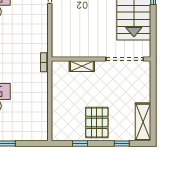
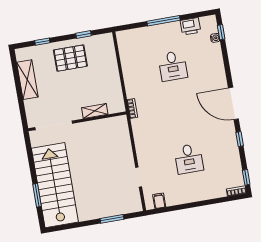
pallet: (97, 122) -> (70, 58), turned 90
shelving: (143, 122) -> (27, 80), moved

